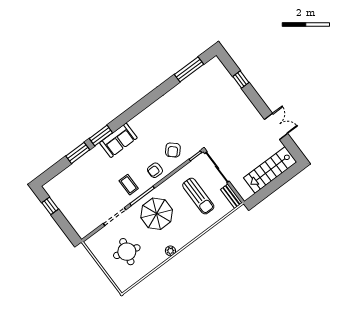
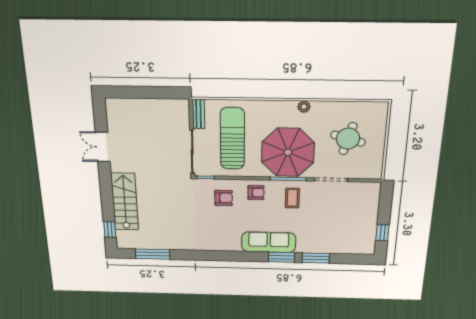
window: (241, 80) -> (110, 229), moved
sofa: (118, 140) -> (269, 242), width x1.36
armchair: (173, 150) -> (224, 198), turned 48
stairs: (270, 170) -> (125, 202), moved, turned -90
sun lounger: (198, 196) -> (232, 139), width x1.36, depth x1.34
parasol: (157, 214) -> (288, 152), width x1.36, depth x1.36

